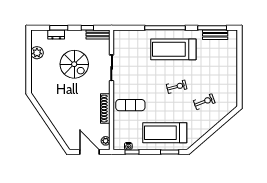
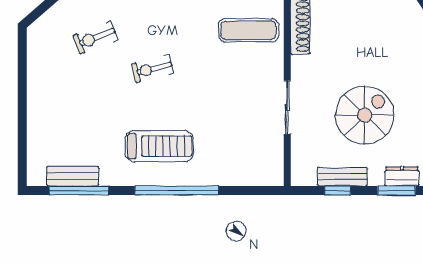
bench: (98, 35) -> (342, 177), moved
treadmill: (173, 49) -> (159, 146), width x0.73, depth x0.73
spiral stairs: (74, 64) -> (365, 115), turned 90

